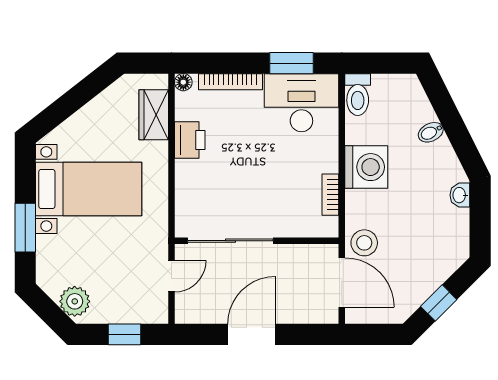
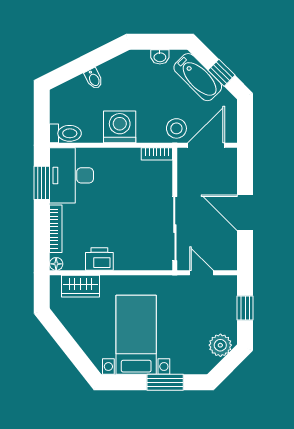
bookcase: (330, 195) -> (157, 154), moved
washbasin: (460, 195) -> (160, 57), moved
bathtub: (433, 271) -> (198, 77), added

